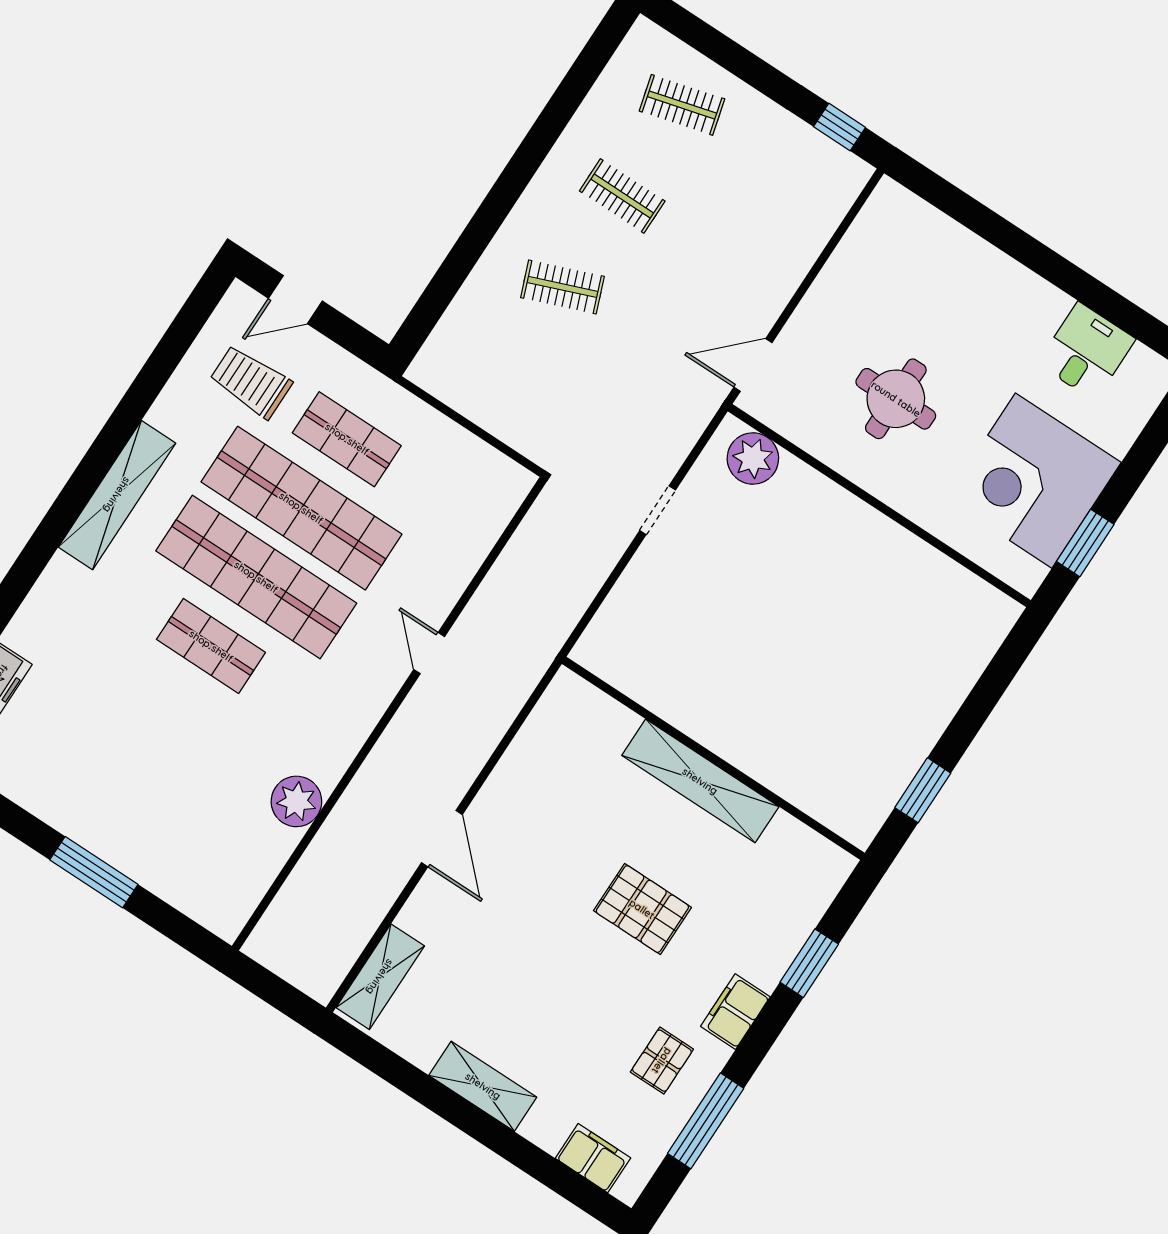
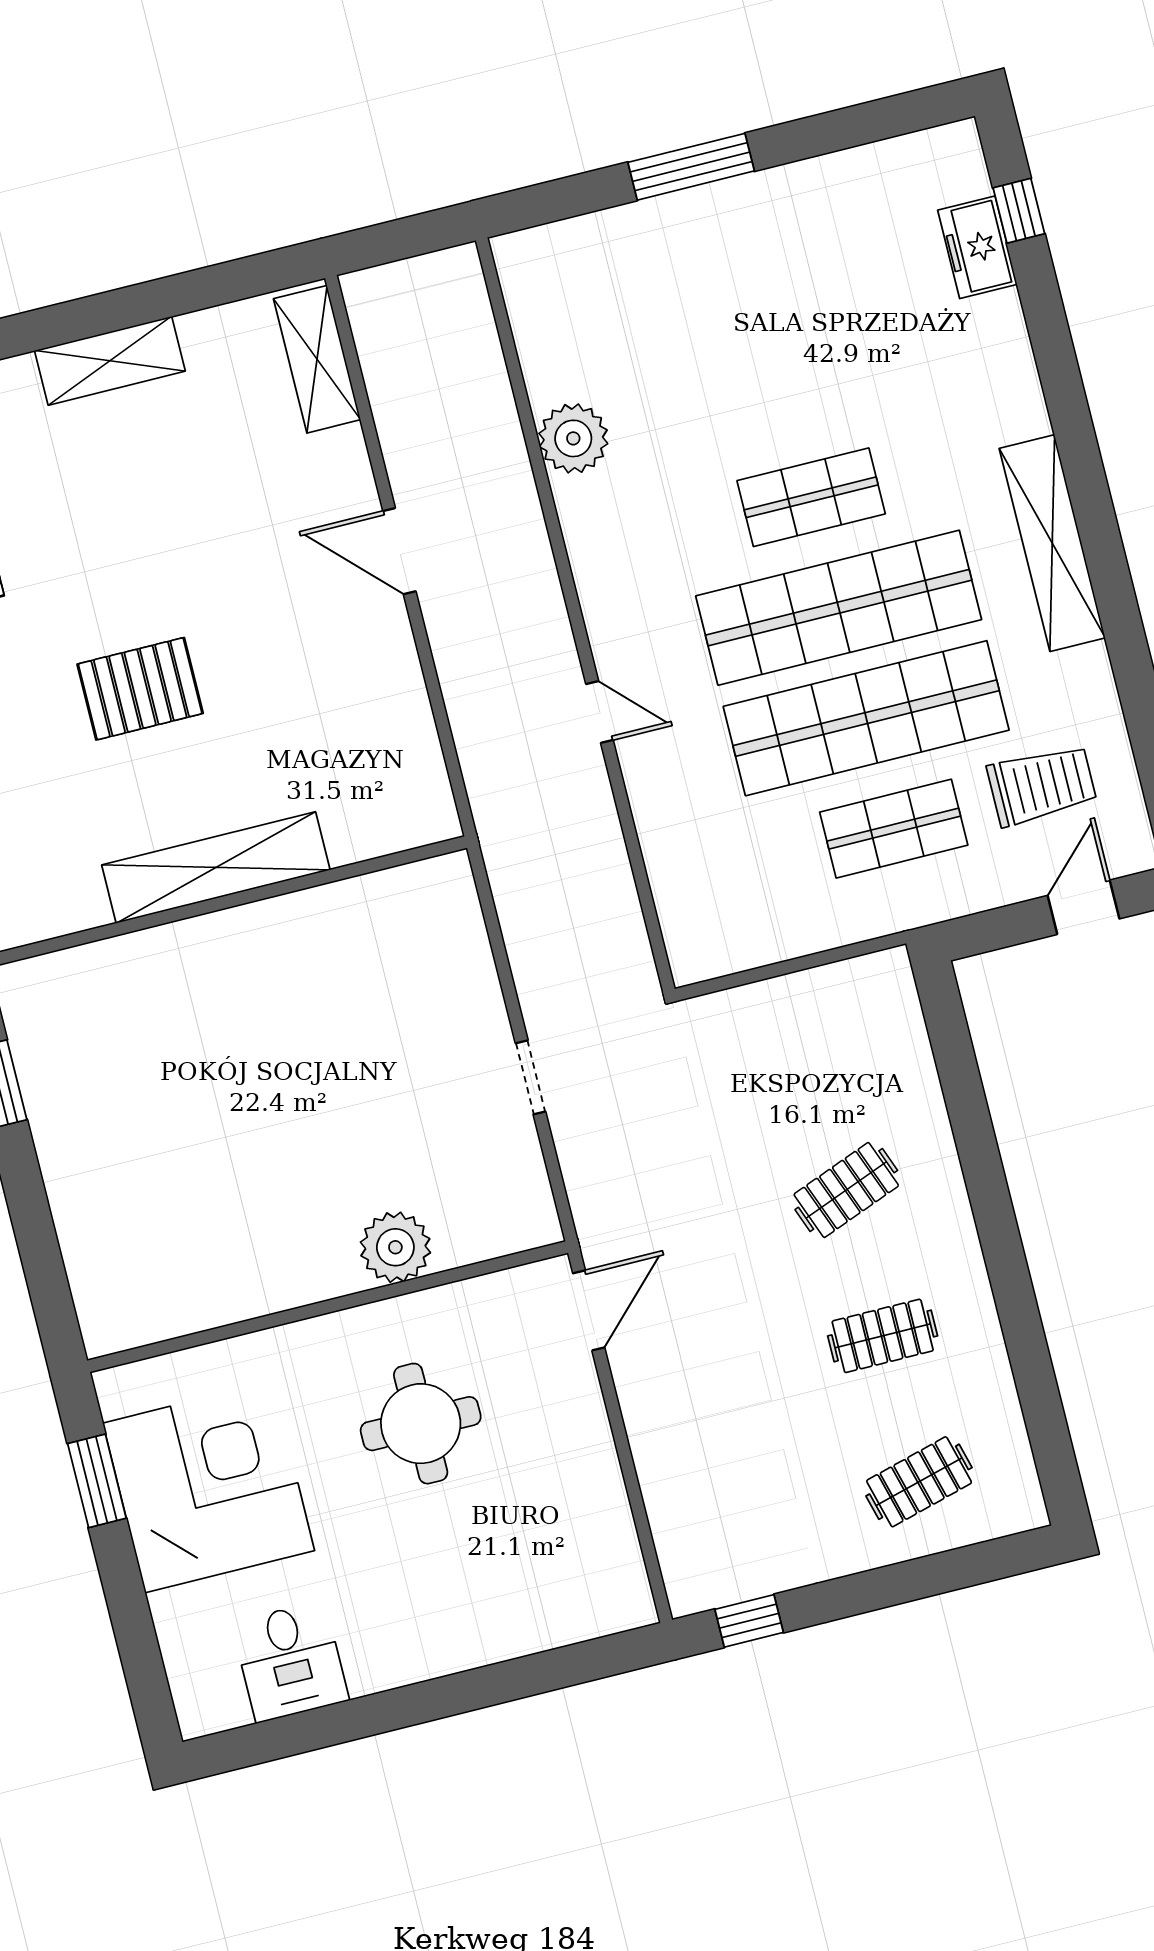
plant: (753, 458) -> (395, 1247), moved

